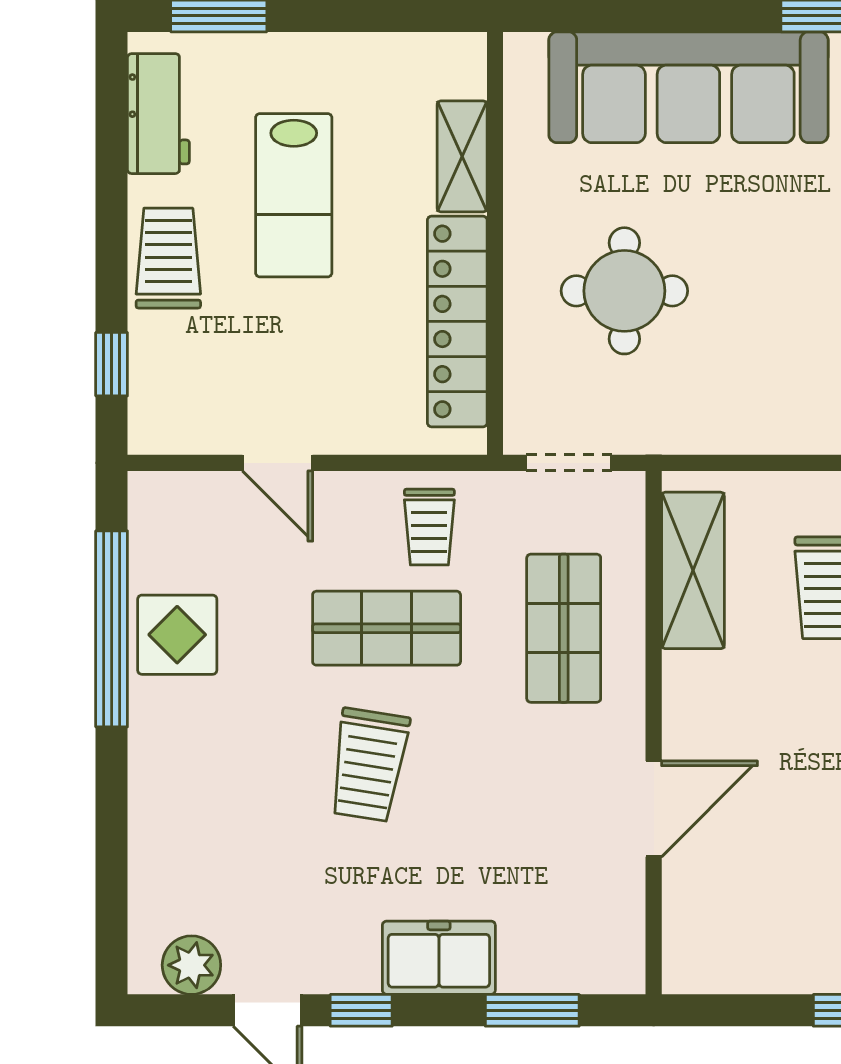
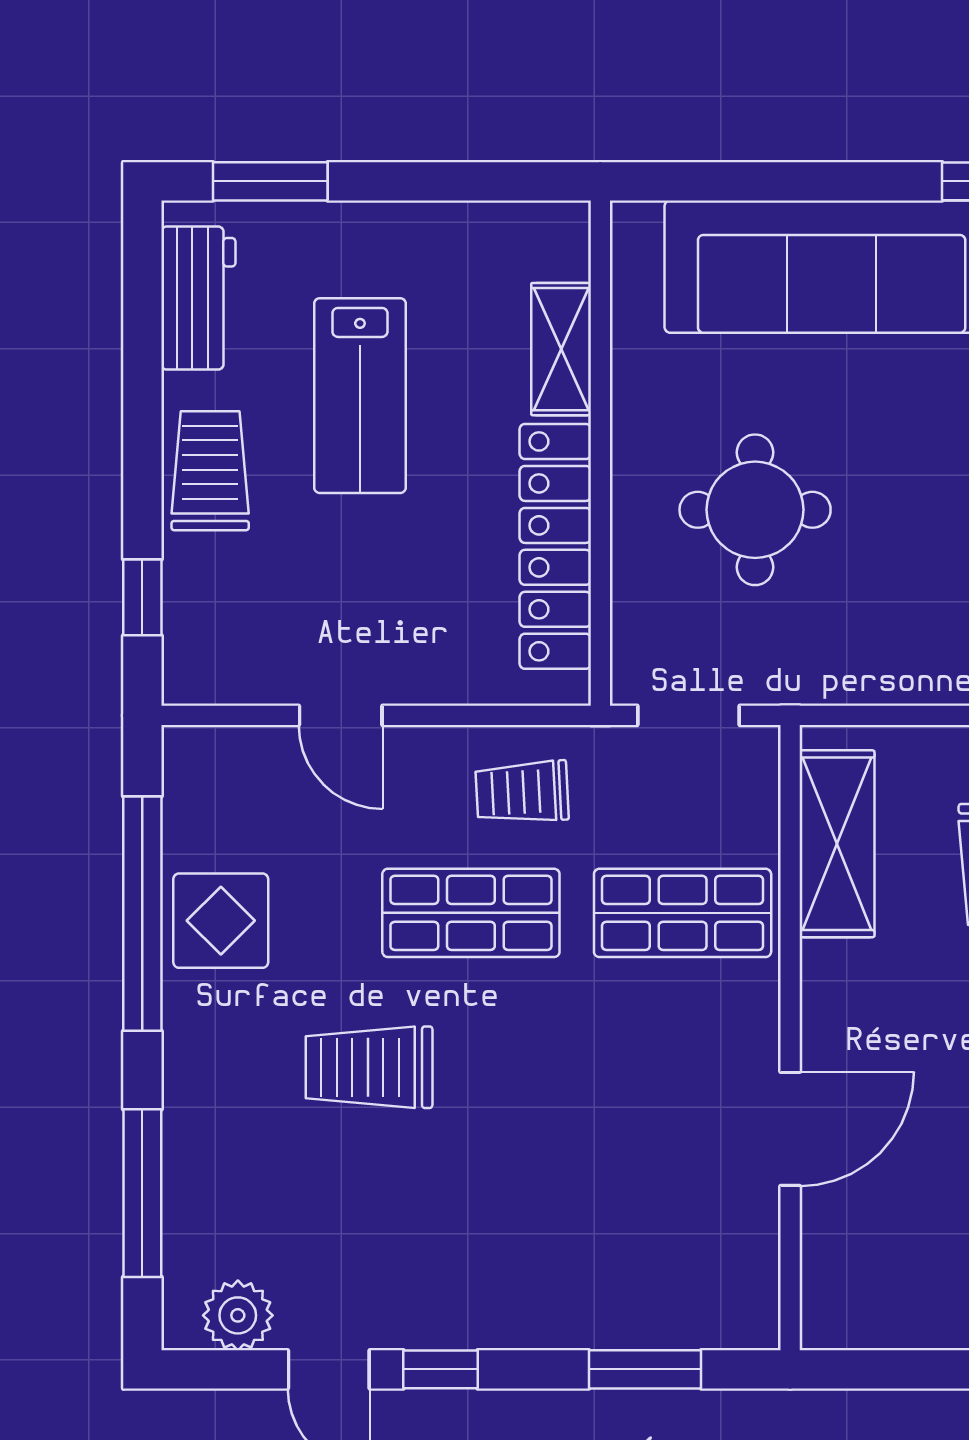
trolley: (429, 527) -> (522, 792), turned 87
shop shelf: (564, 628) -> (683, 913), turned 90
trolley: (369, 765) -> (369, 1067), moved, turned 81
window: (112, 863) -> (142, 1193), added
freezer: (439, 958) -> (533, 1307), removed

